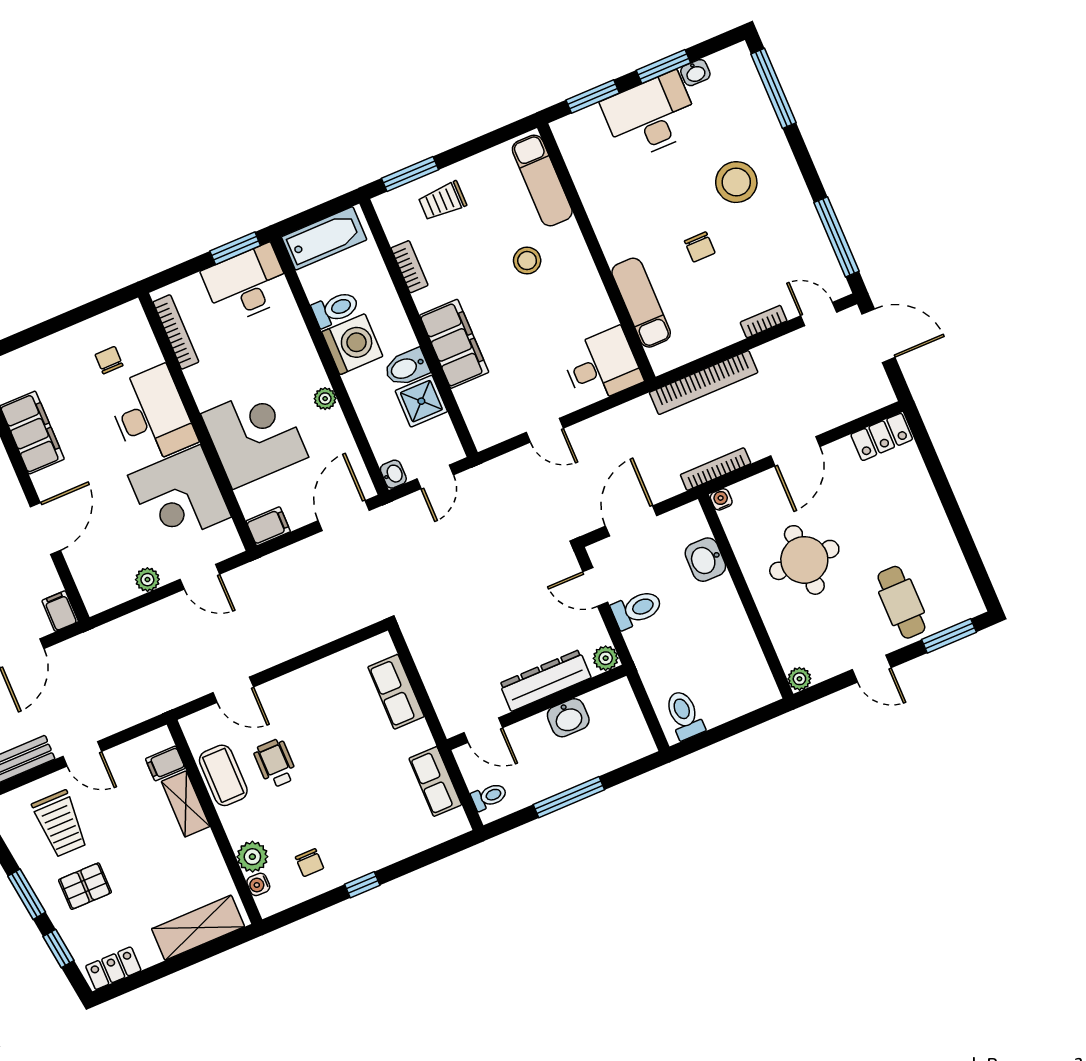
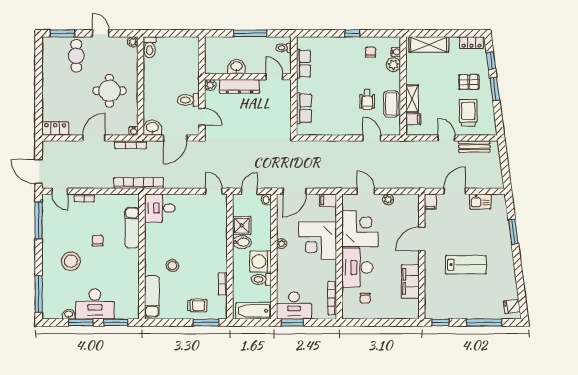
filing cabinet: (454, 344) -> (218, 244), removed
bookcase: (704, 383) -> (139, 183), moved
door: (545, 430) -> (214, 191), moved
washbasin: (705, 560) -> (152, 128), moved, turned -90
toilet: (684, 715) -> (150, 47), moved

